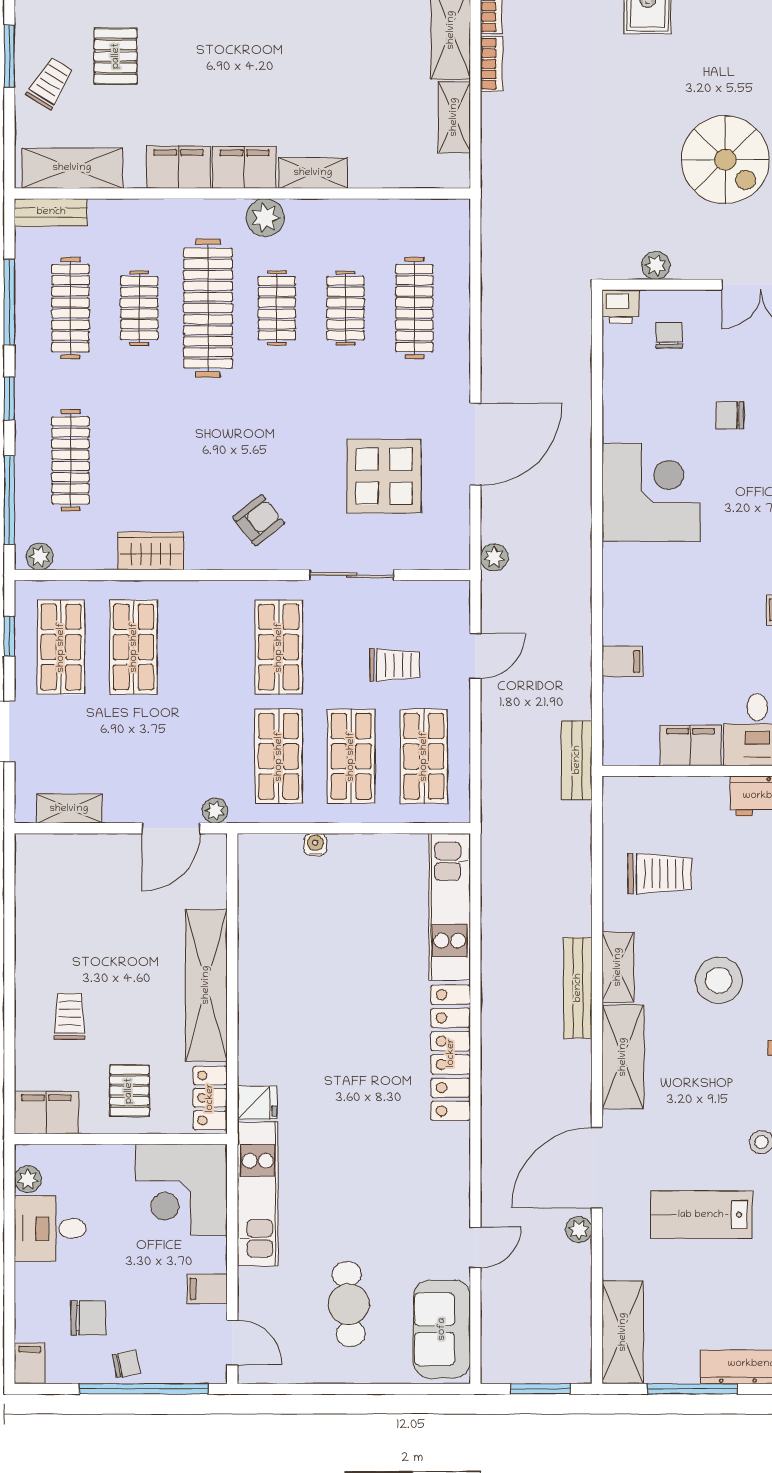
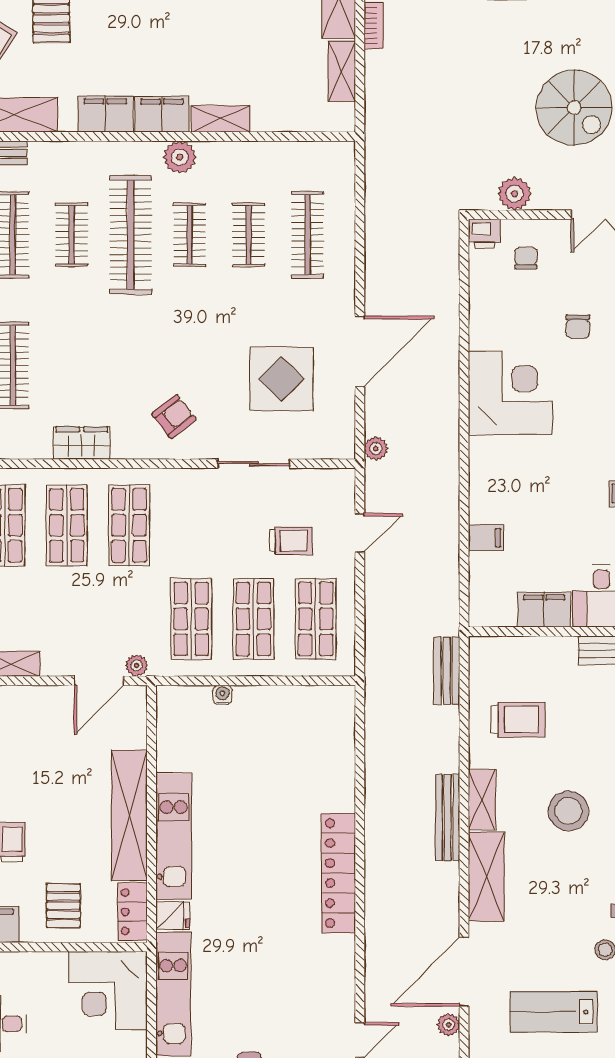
plant: (656, 266) -> (515, 194), width x1.38, depth x1.38
chair: (730, 415) -> (578, 327), turned -90
shop shelf: (279, 647) -> (129, 525), moved
bench: (577, 760) -> (447, 671), moved
kitchen unit: (450, 907) -> (174, 836), moved, turned 180

